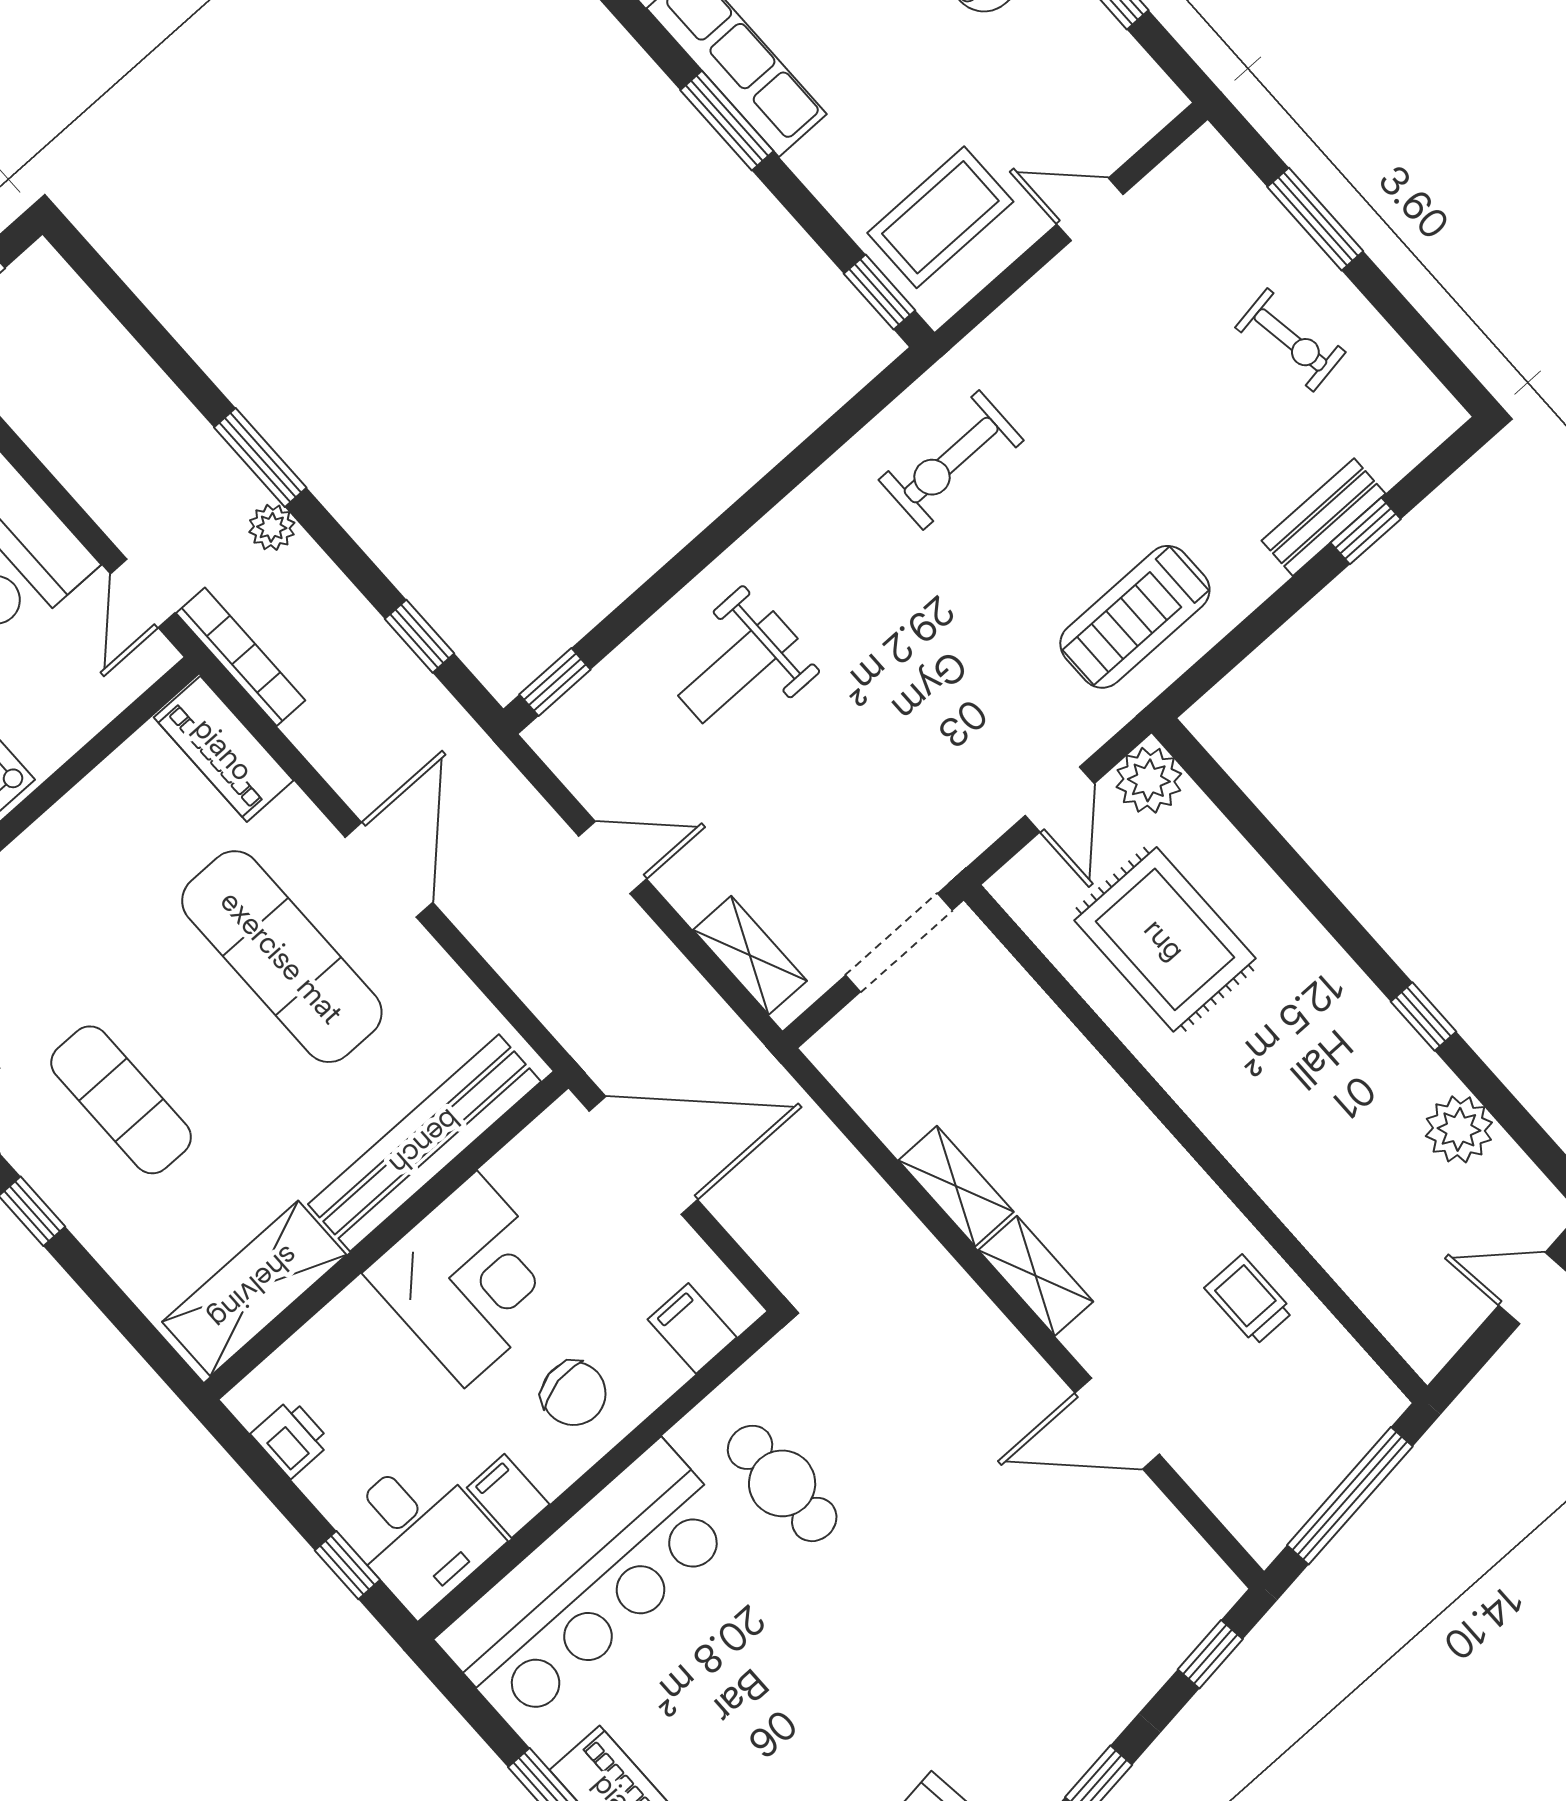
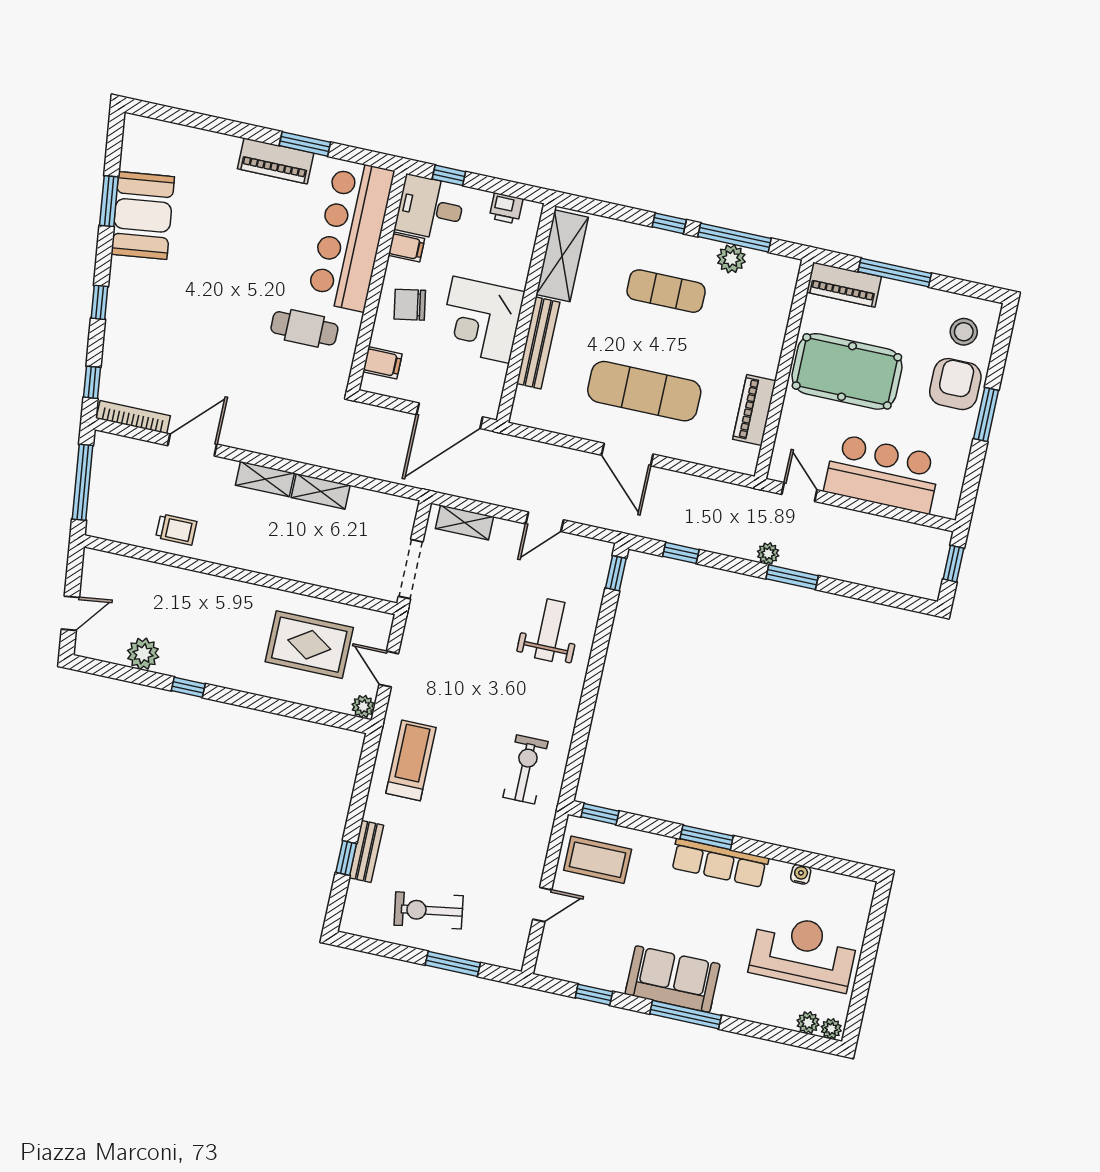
coffee table: (940, 217) -> (598, 860), turned 90
exercise bike: (1290, 340) -> (429, 910), width x1.38, depth x1.39
bookcase: (241, 657) -> (133, 417), moved, turned 180
piano: (224, 749) -> (754, 410), moved, turned -90
plant: (1149, 780) -> (363, 707), width x0.73, depth x0.73
bench: (425, 1143) -> (538, 343), width x0.73, depth x0.82

